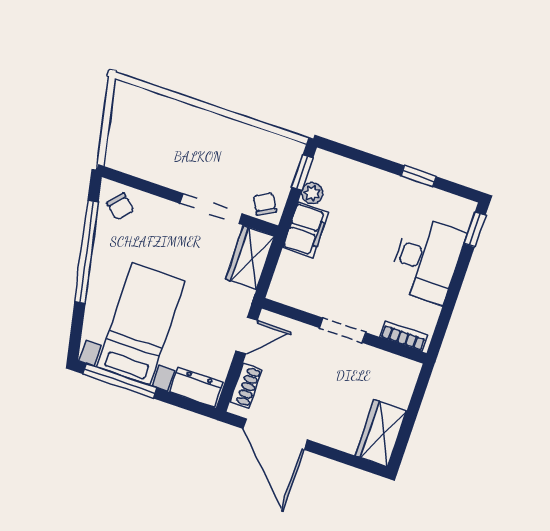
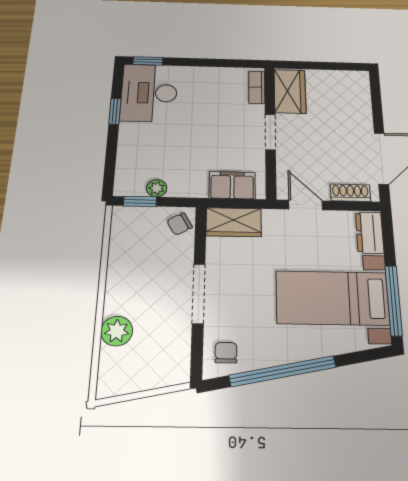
plant: (173, 114) -> (117, 331), added
chair: (120, 207) -> (226, 353), turned -41
doorway: (211, 208) -> (199, 294), moved
filing cabinet: (306, 230) -> (232, 185), moved
desk: (426, 260) -> (149, 93), moved, turned -90
wardrobe: (381, 433) -> (290, 91), moved, turned -90

